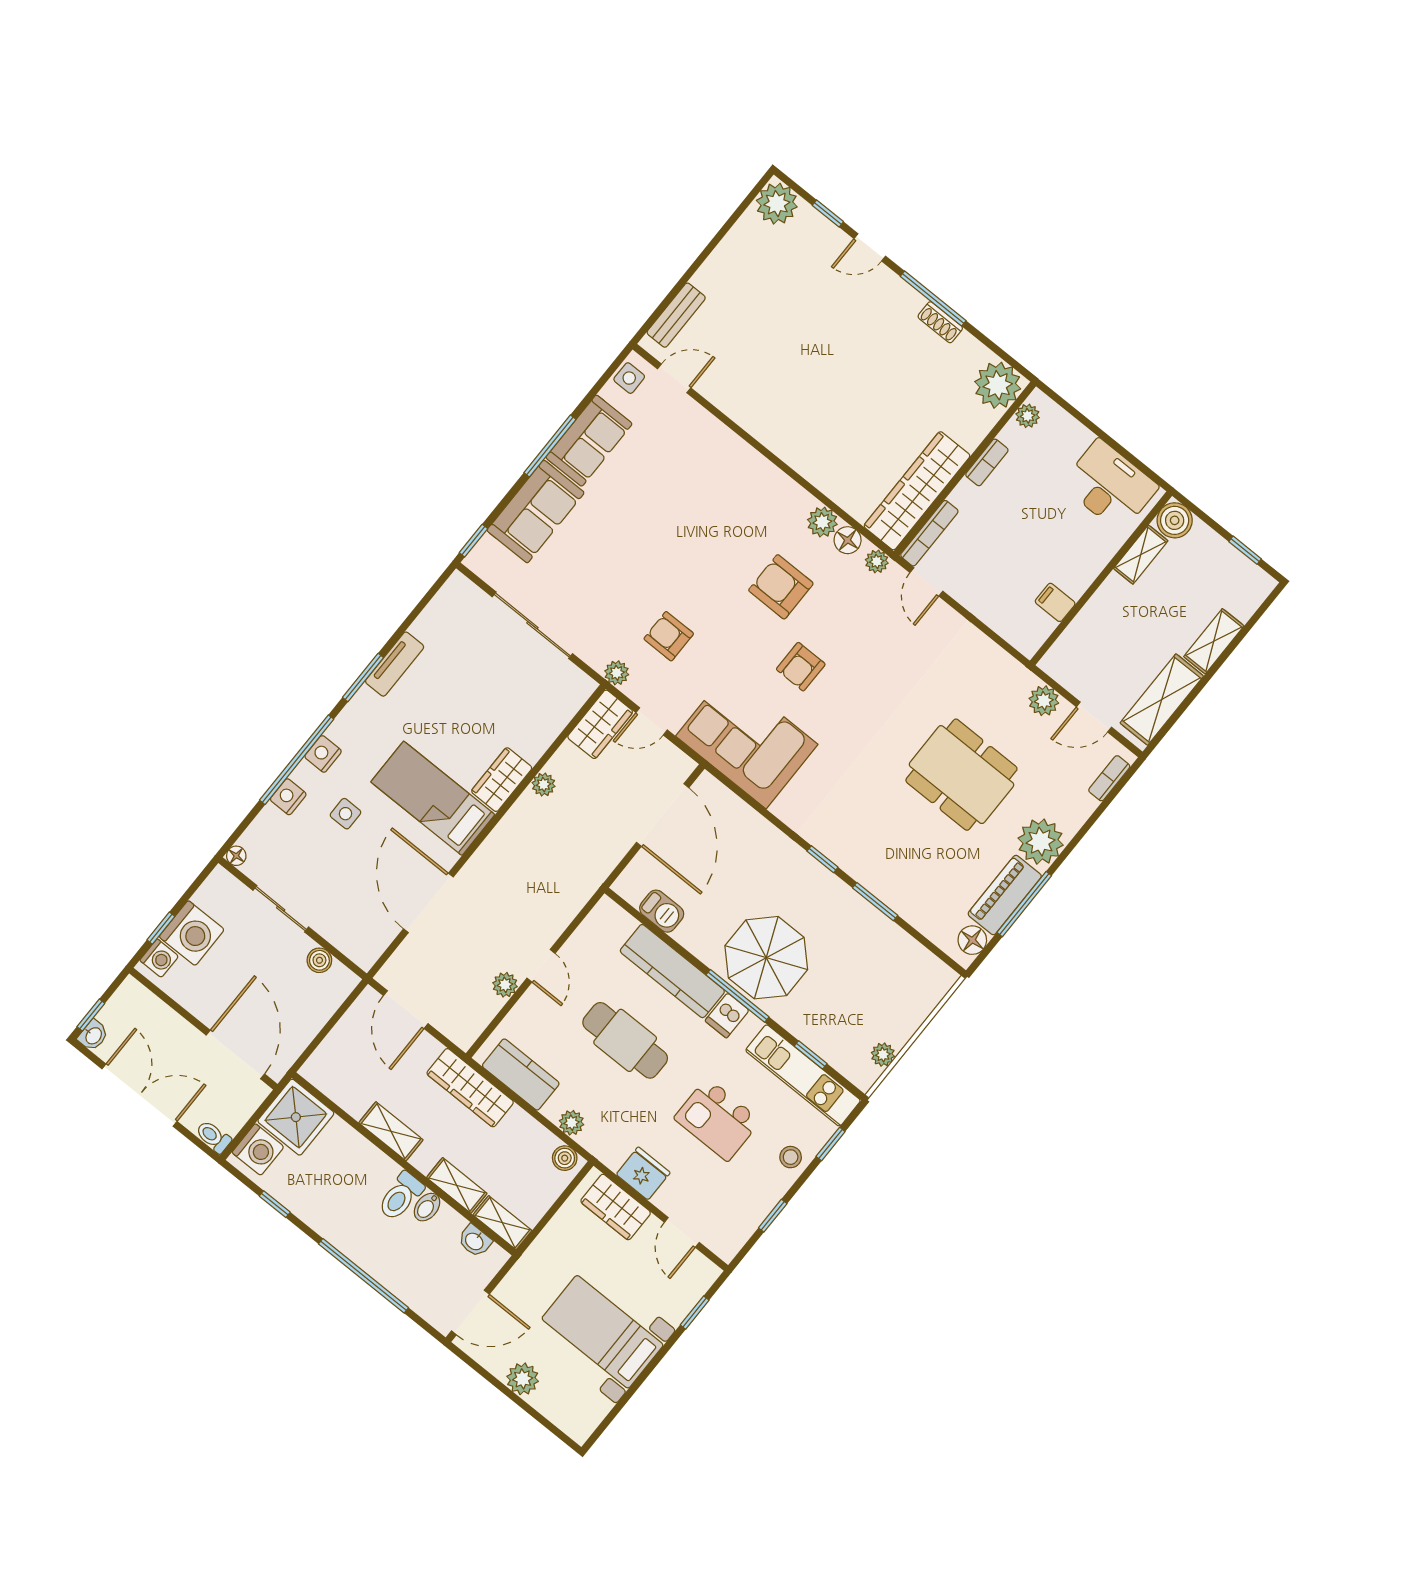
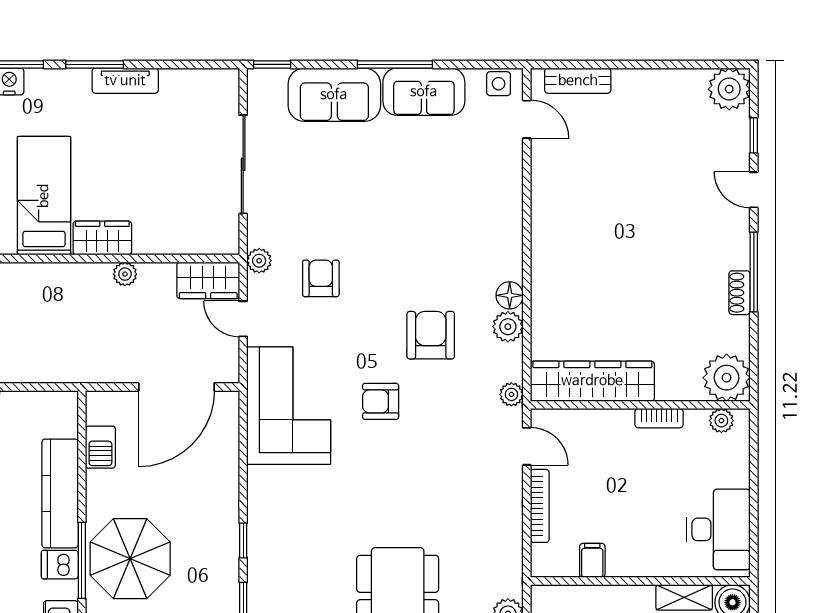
bookcase: (929, 533) -> (540, 506), moved, turned -90
floor lamp: (848, 540) -> (510, 295), moved
door: (926, 582) -> (527, 446), swing flipped

